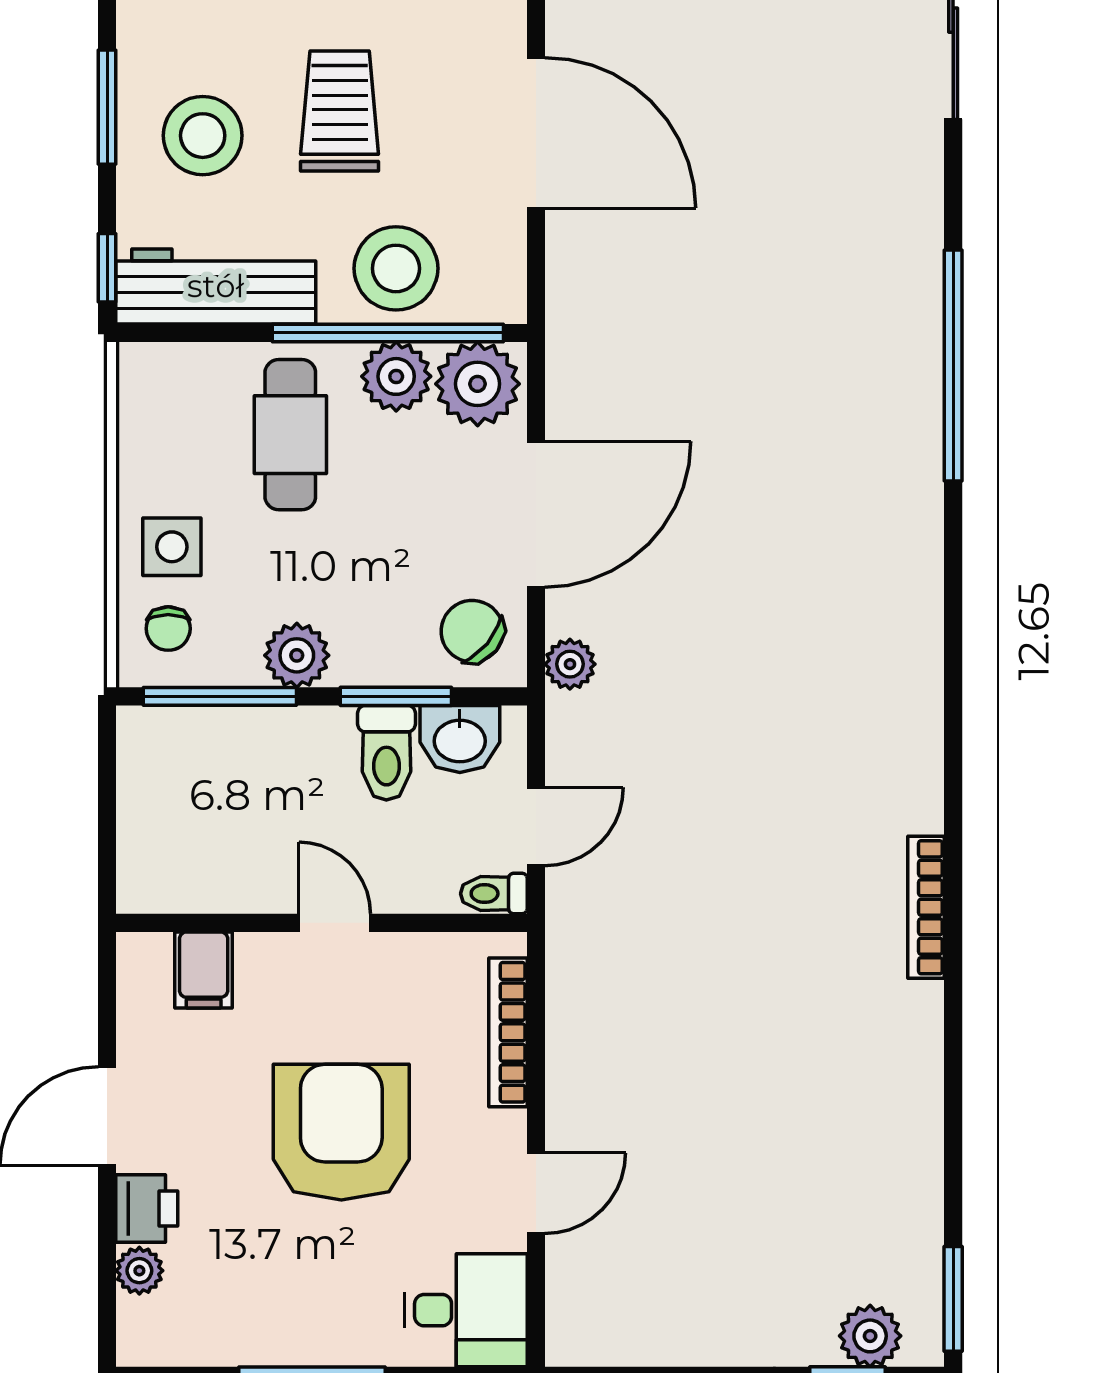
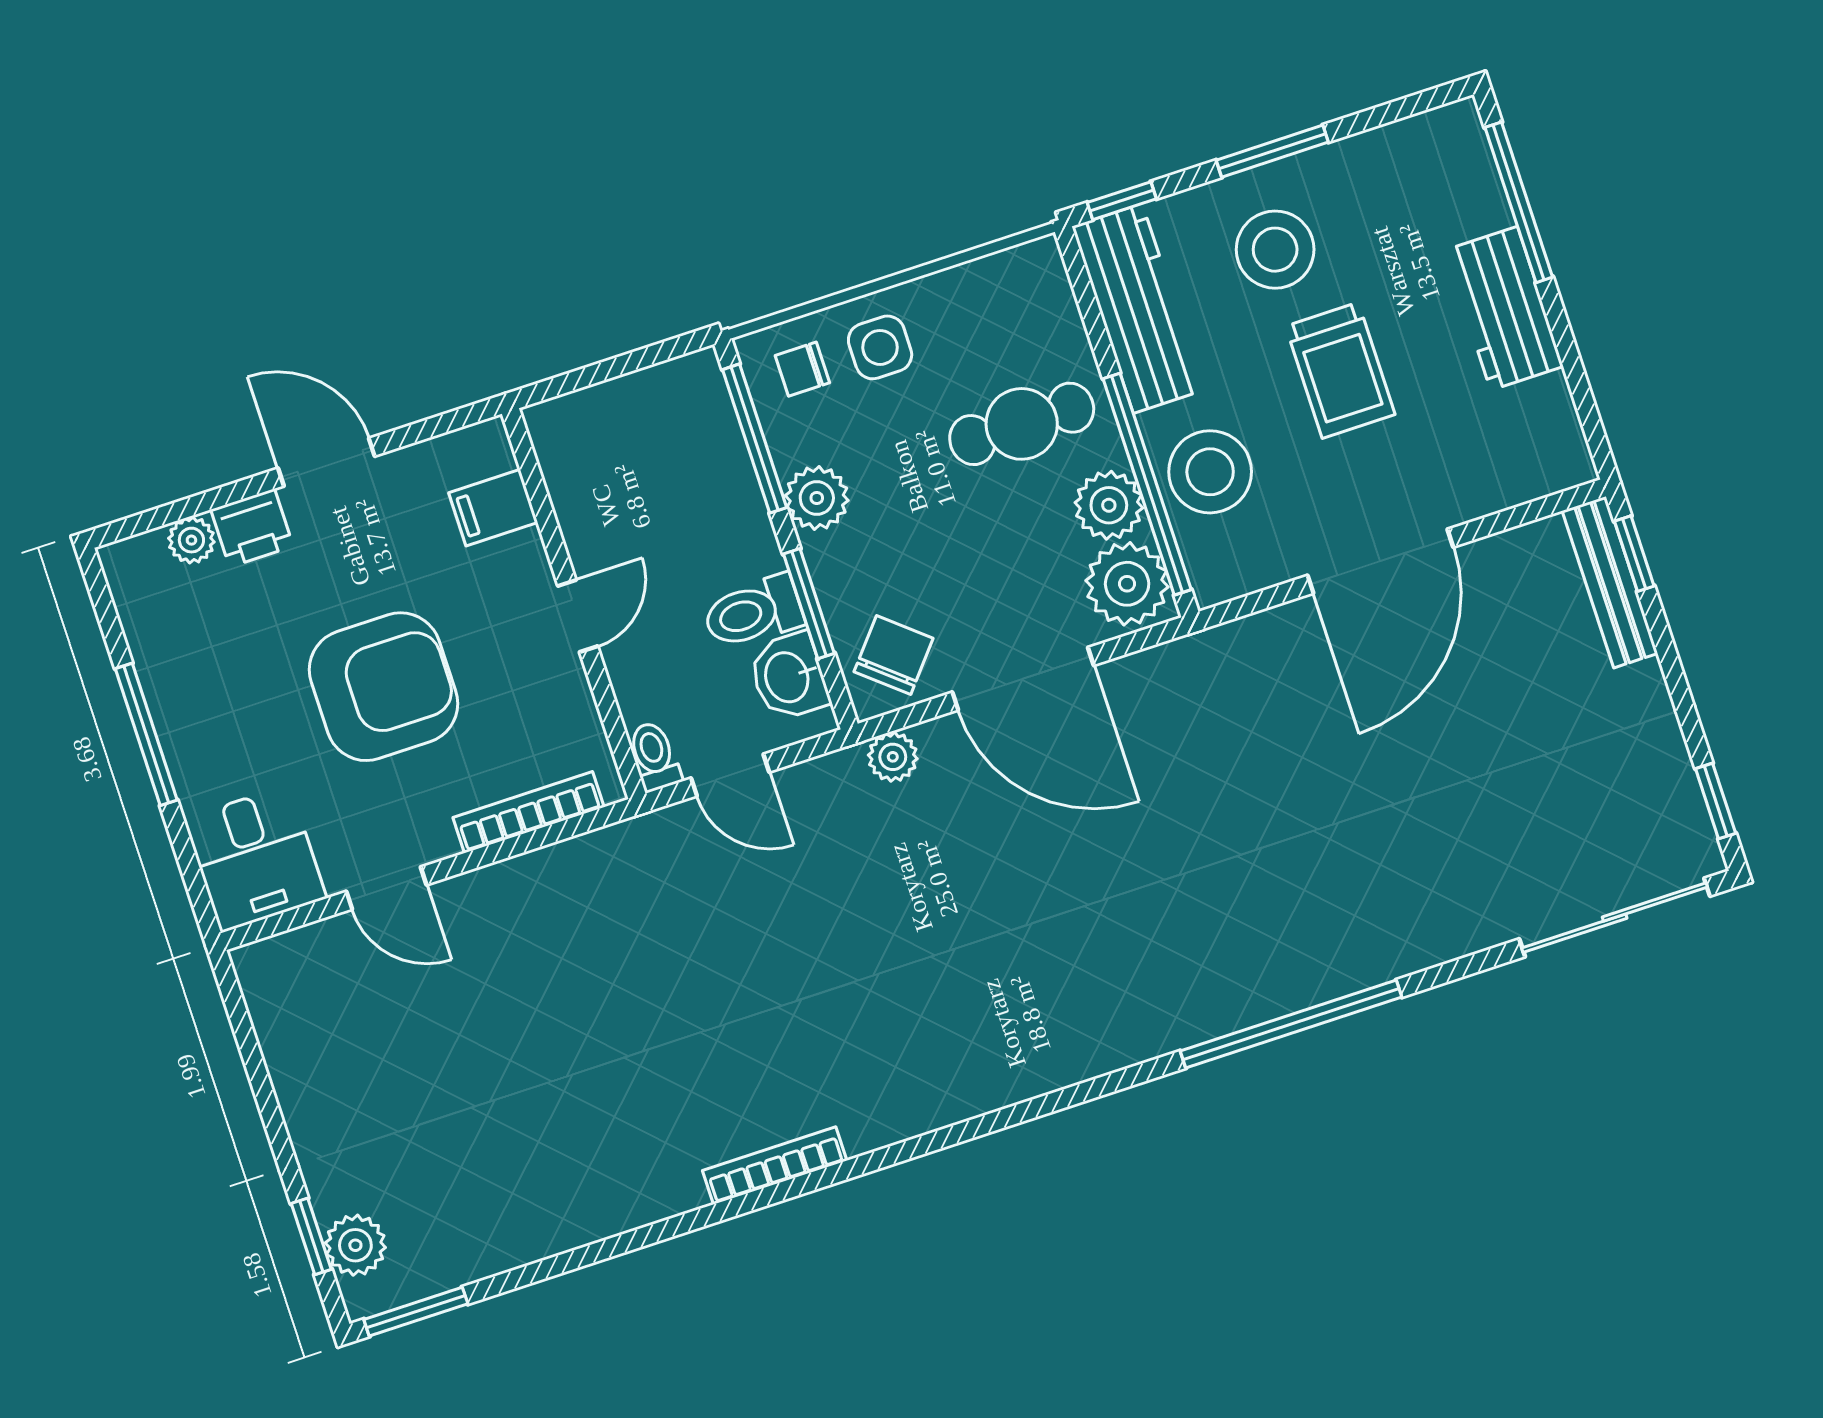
trolley: (340, 111) -> (1340, 370), turned 90

